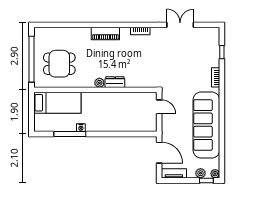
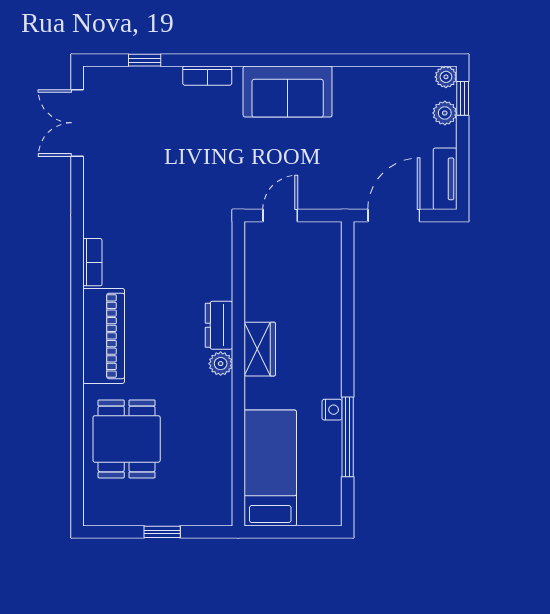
double door: (180, 25) -> (77, 123), moved
piano: (105, 34) -> (104, 336), width x1.37, depth x1.33
window: (31, 59) -> (162, 532), width x0.32
dining table: (59, 64) -> (127, 439), moved
wardrobe: (105, 99) -> (260, 349), added
sofa: (206, 125) -> (288, 92), width x0.54, depth x0.79

